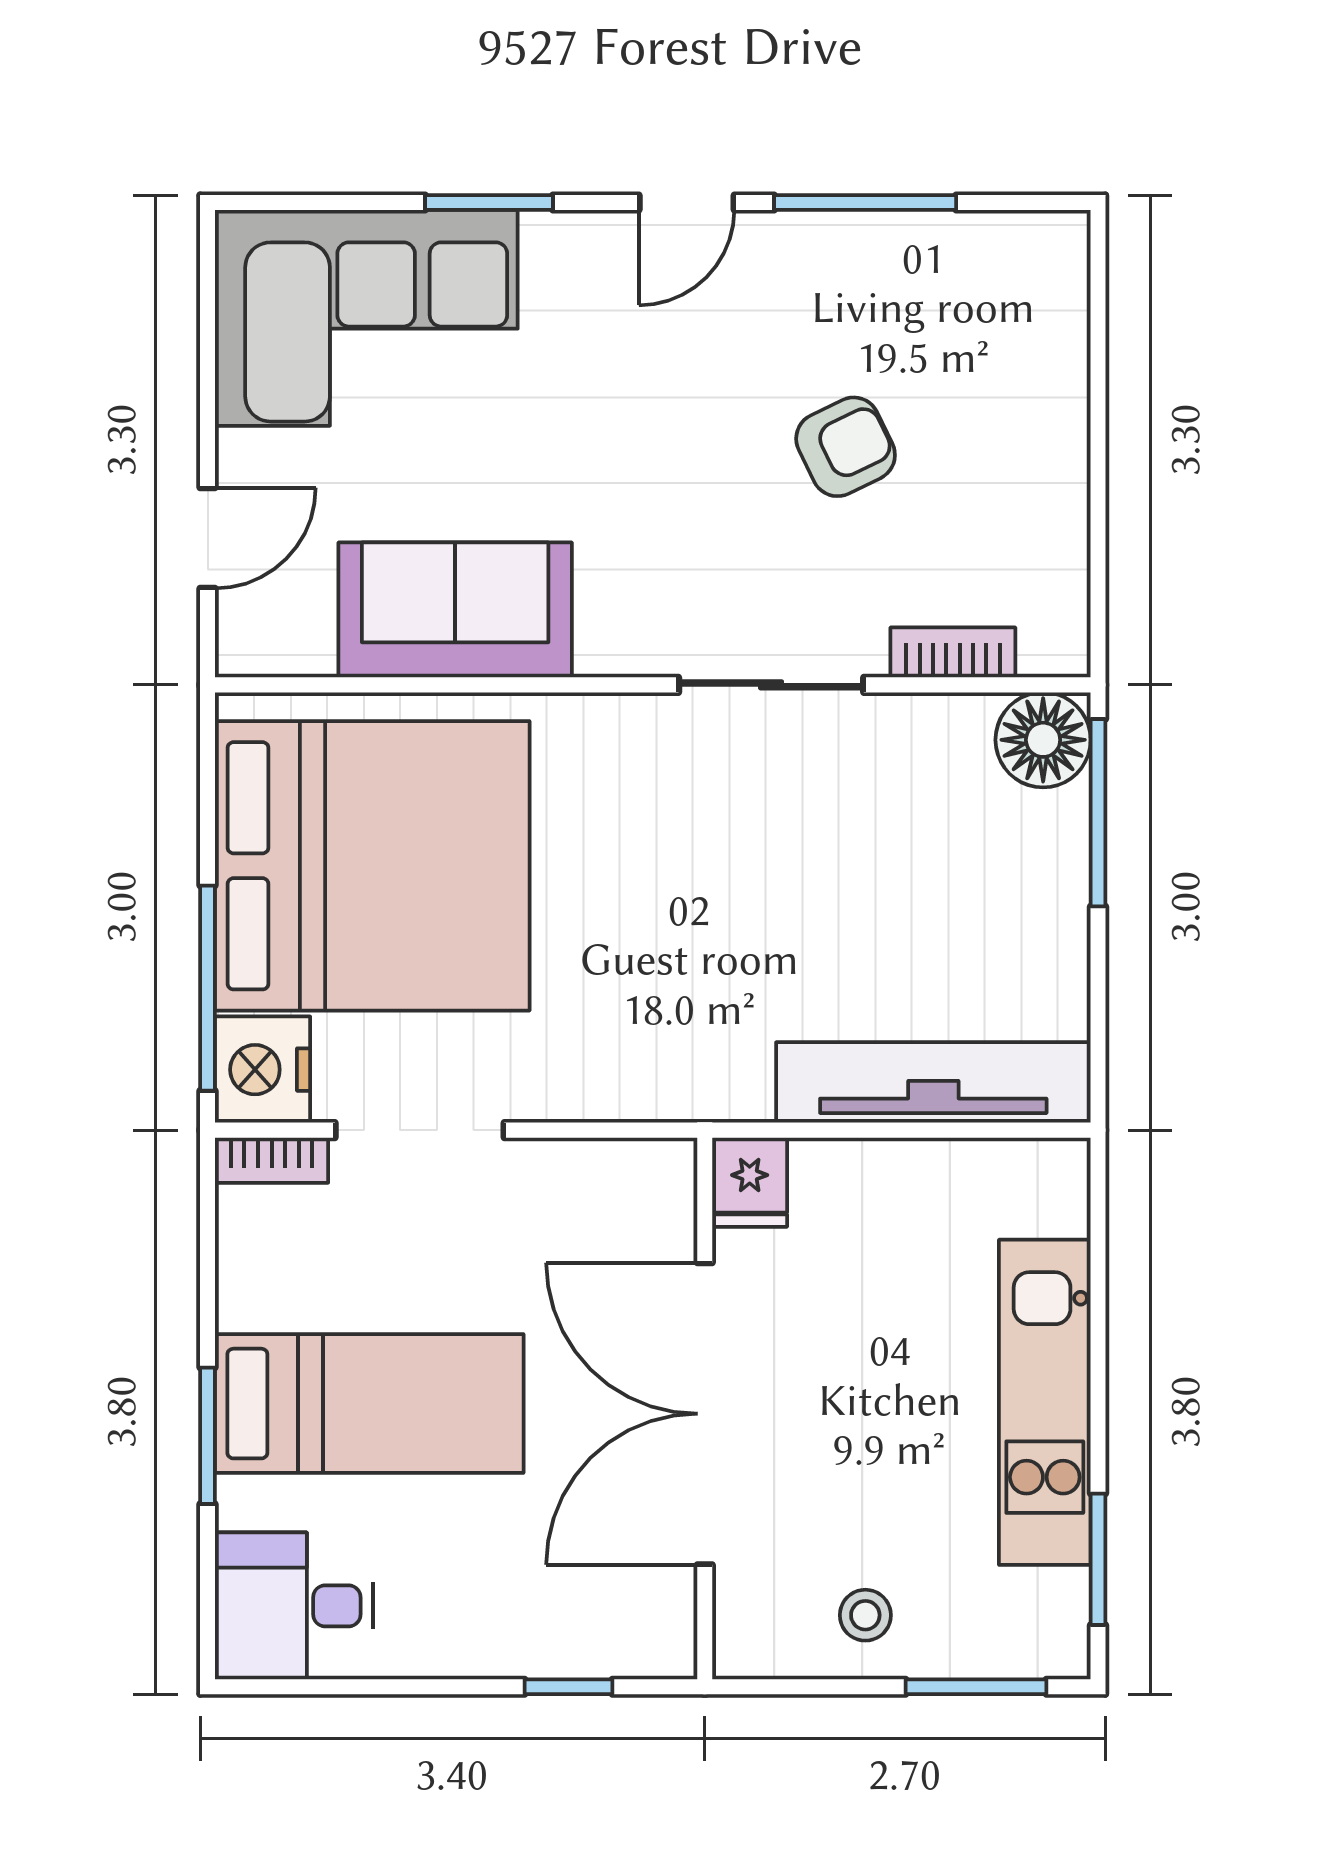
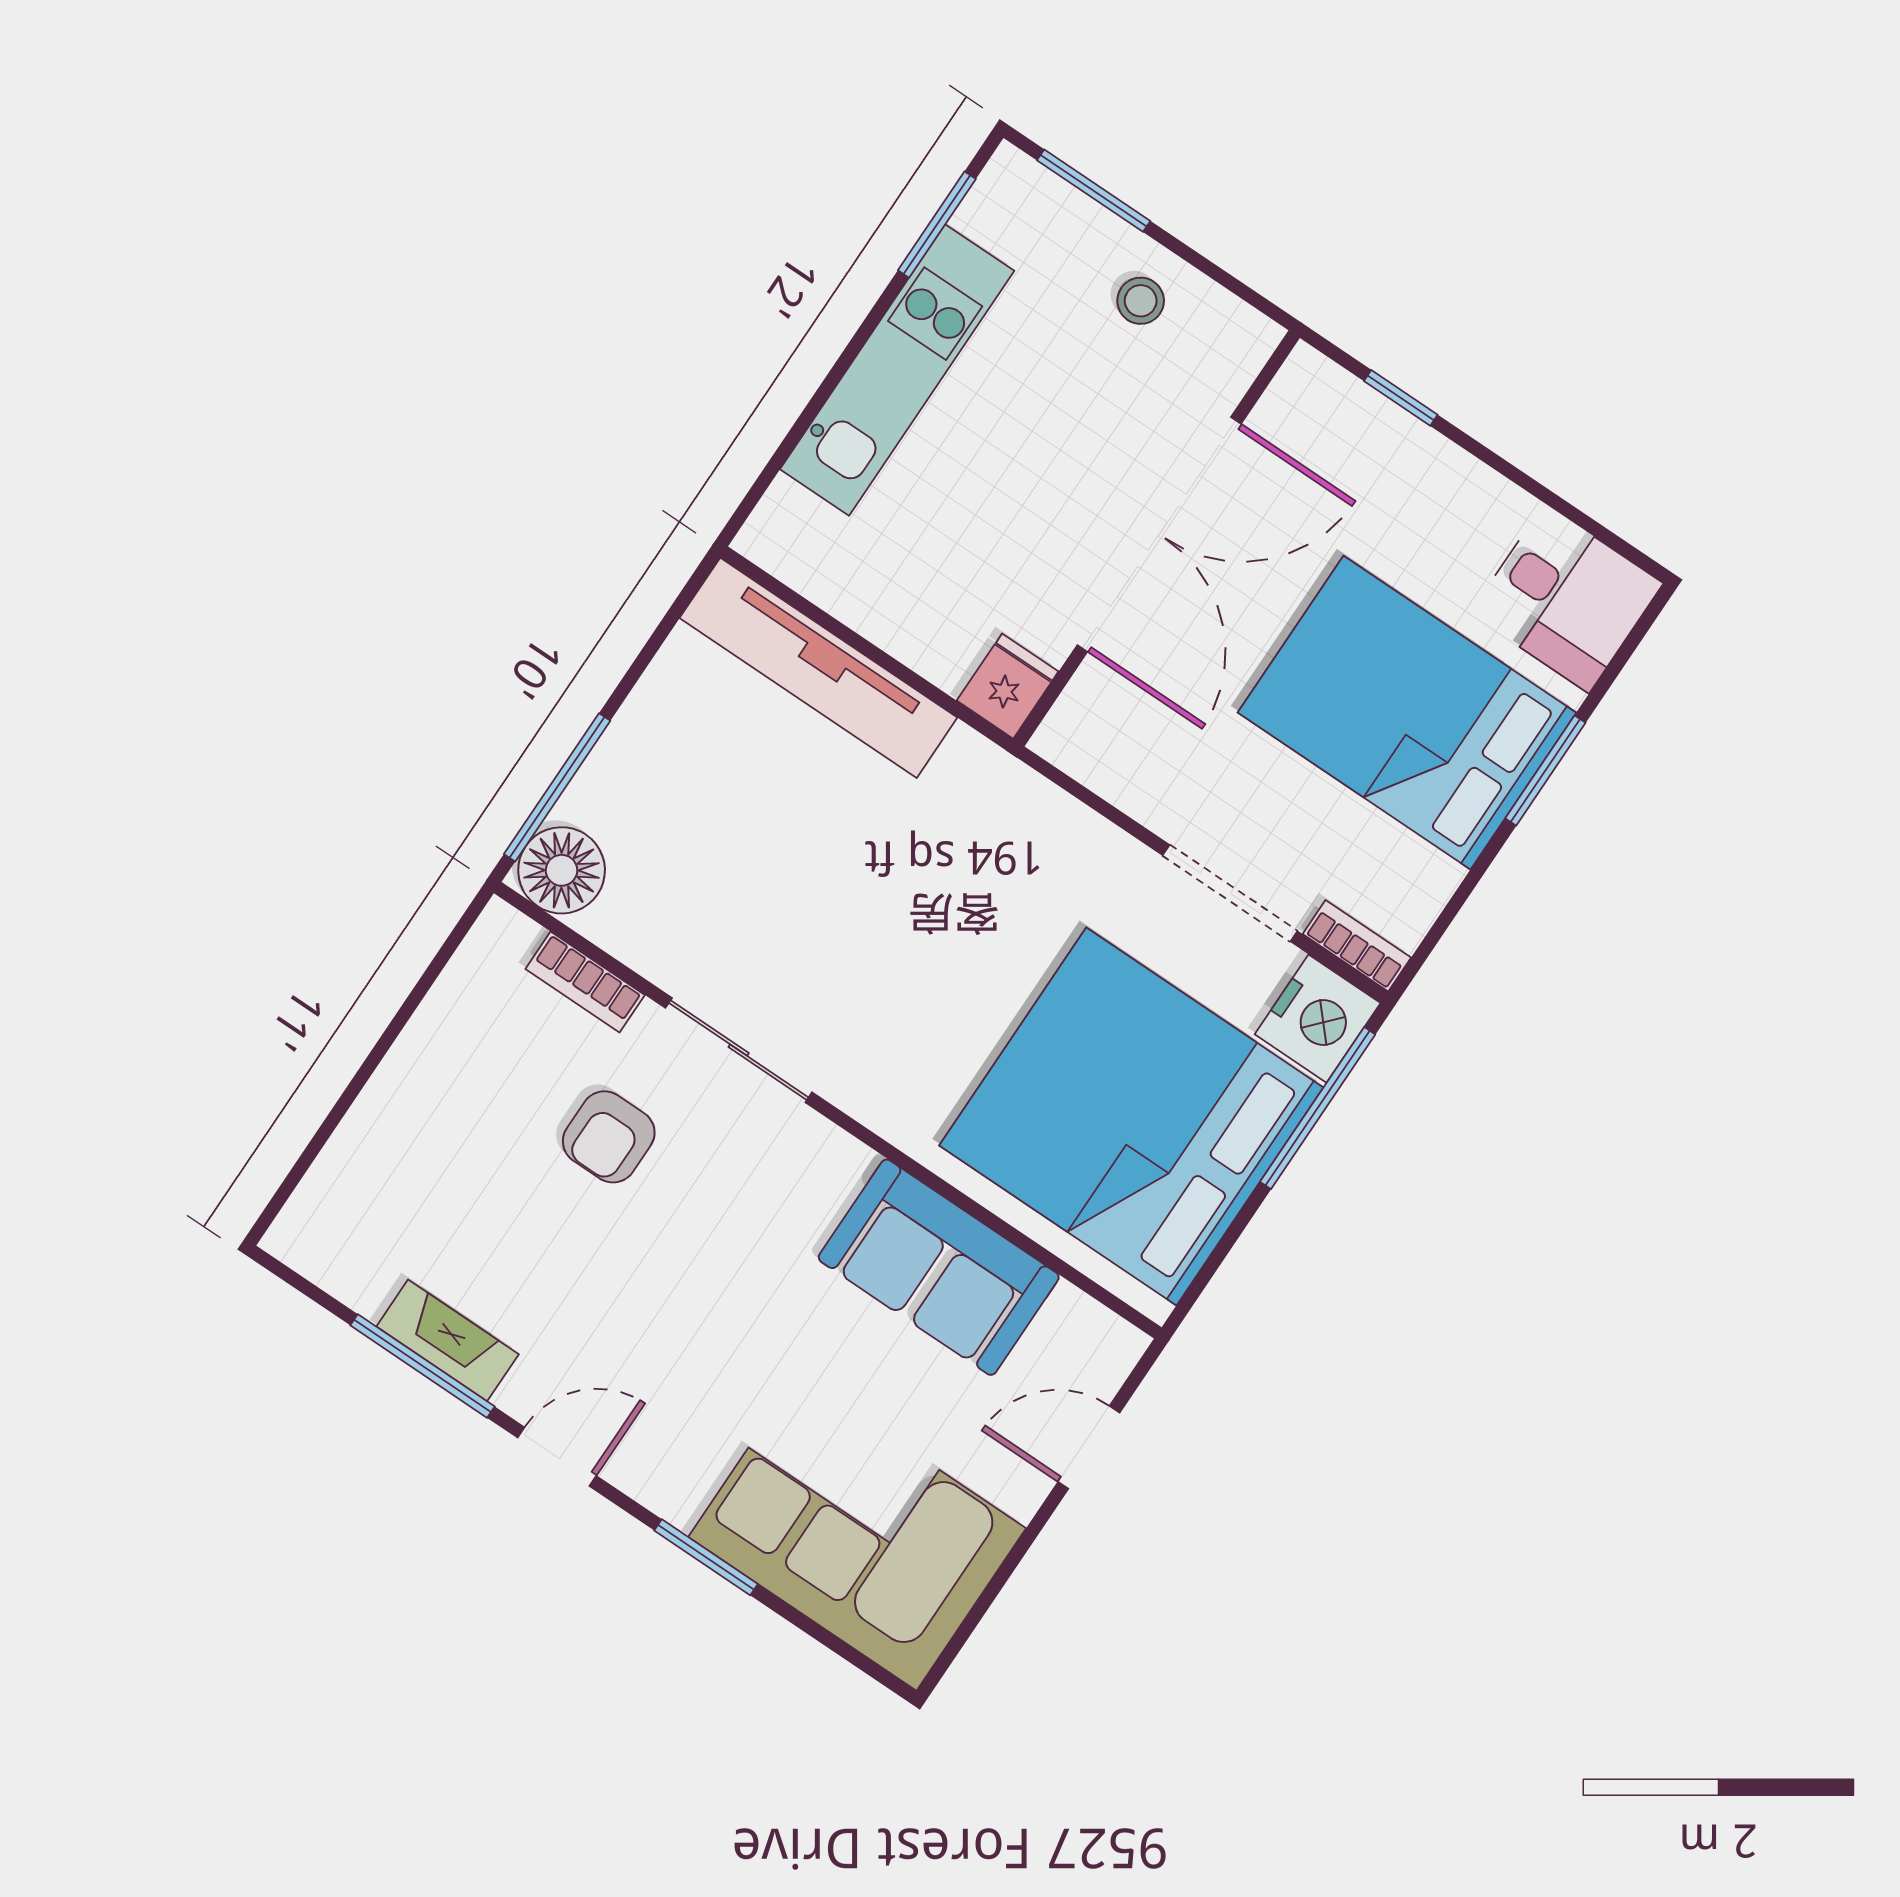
fireplace: (858, 241) -> (448, 1340), added
armchair: (846, 447) -> (609, 1137), moved, turned -64
bed: (369, 1404) -> (1407, 713), width x1.50

